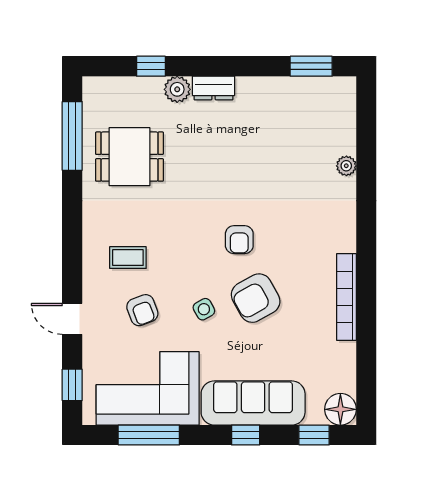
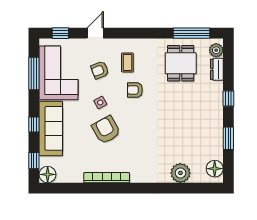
window: (151, 66) -> (228, 98), moved
window: (311, 66) -> (228, 138), moved
dresser: (213, 88) -> (217, 69), moved
plant: (177, 89) -> (216, 50), moved
floor lamp: (329, 92) -> (215, 169), added
plant: (346, 166) -> (180, 173), width x1.88, depth x1.88
armchair: (239, 240) -> (135, 90), moved

